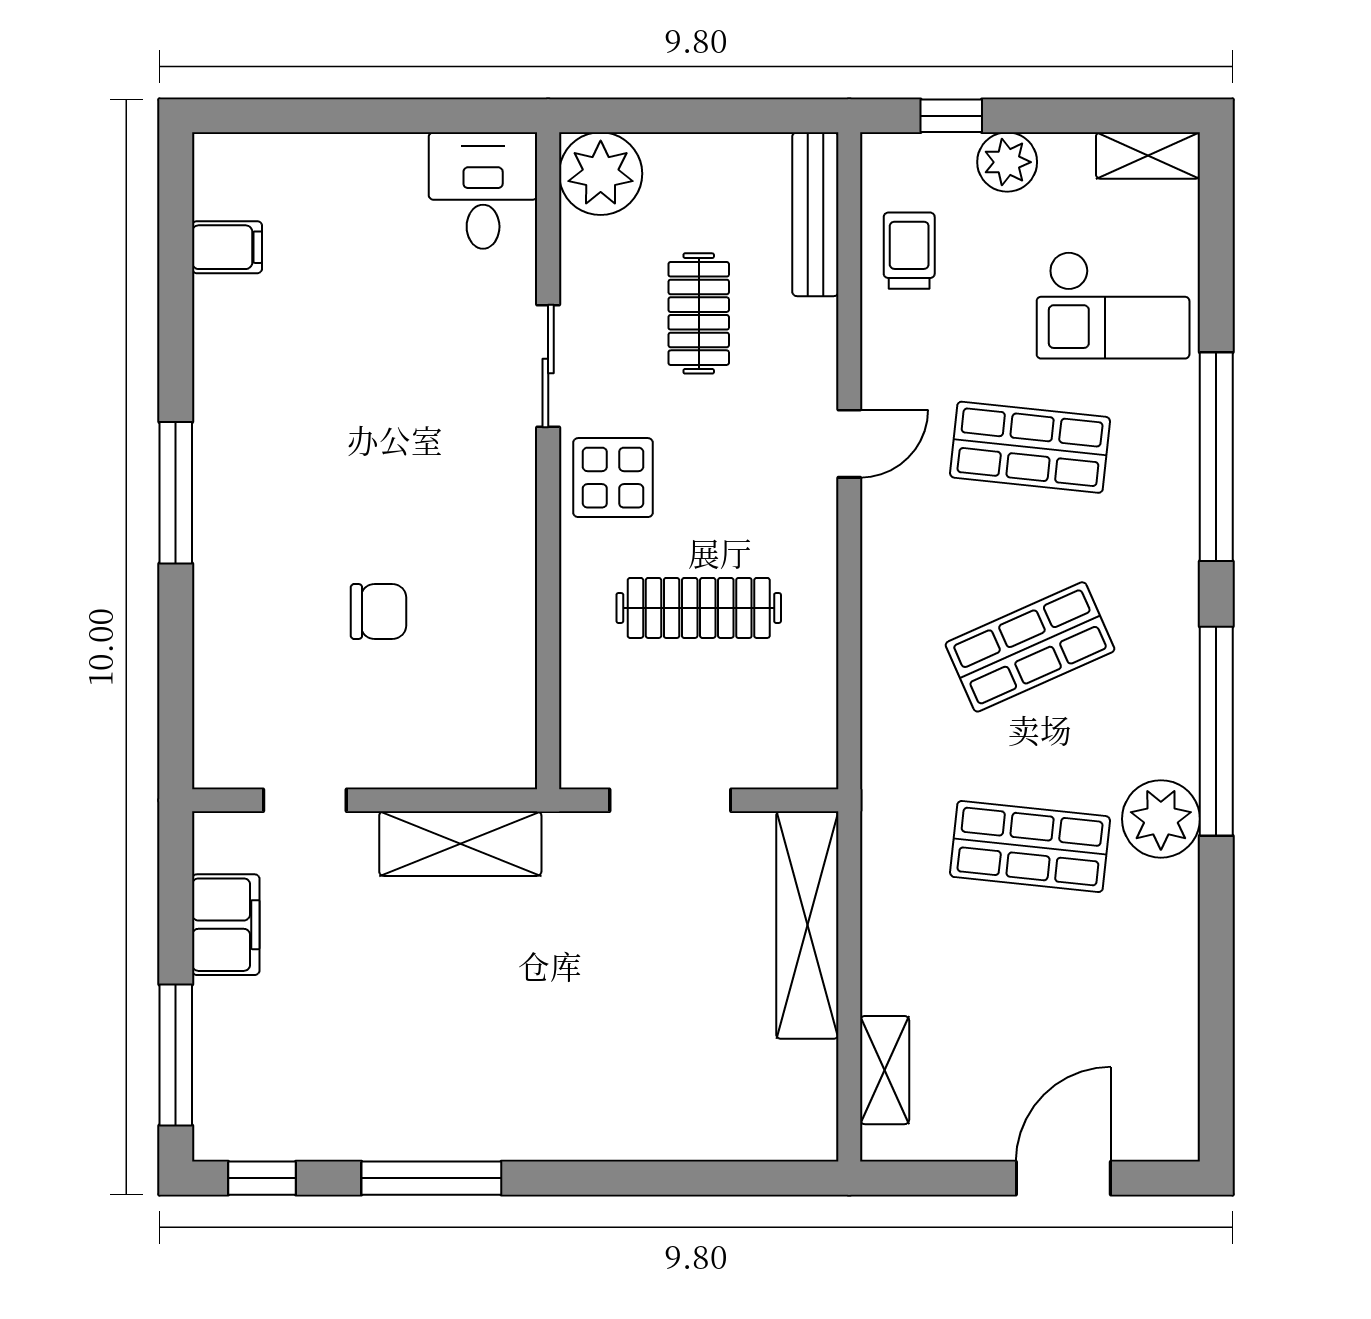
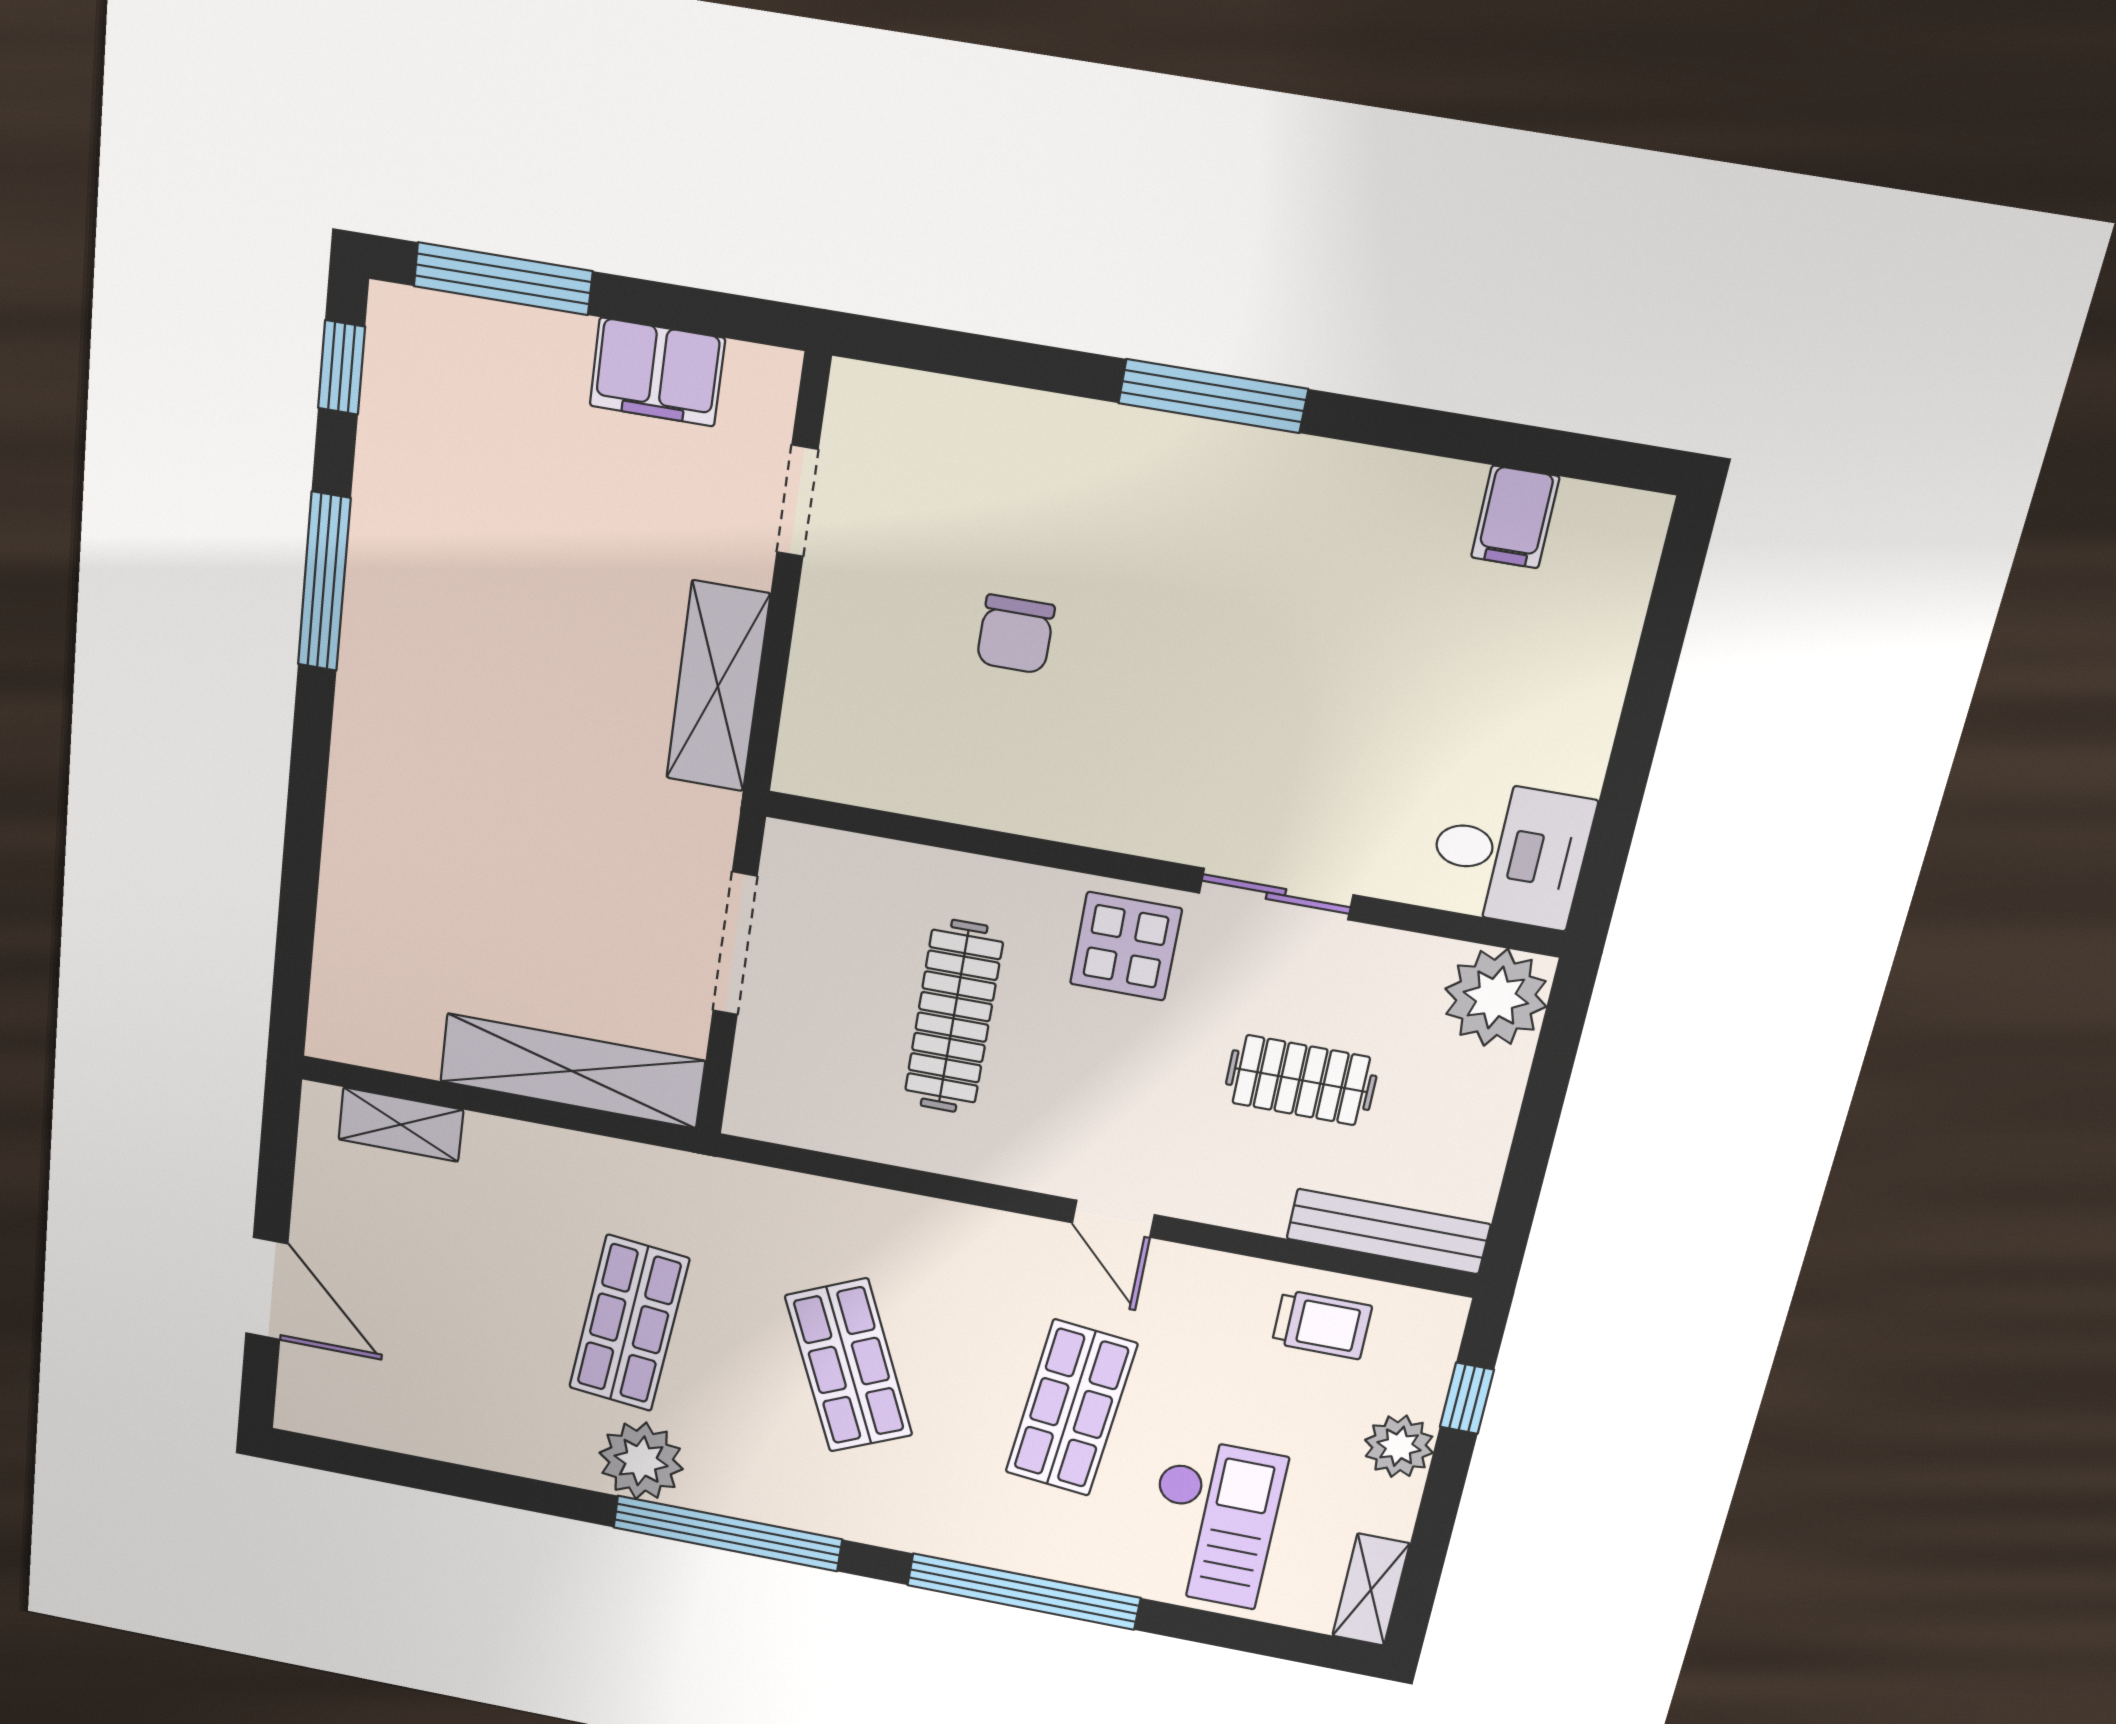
checkout: (1113, 305) -> (1212, 1523), turned 180

